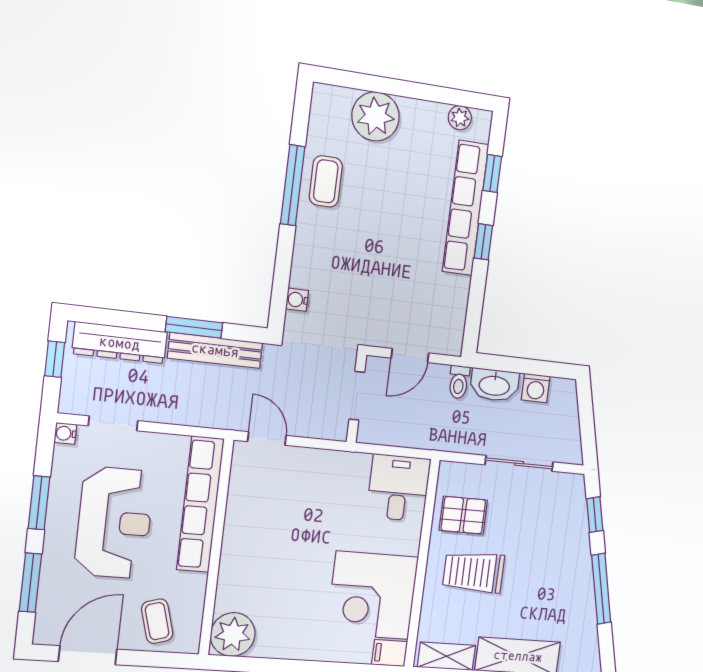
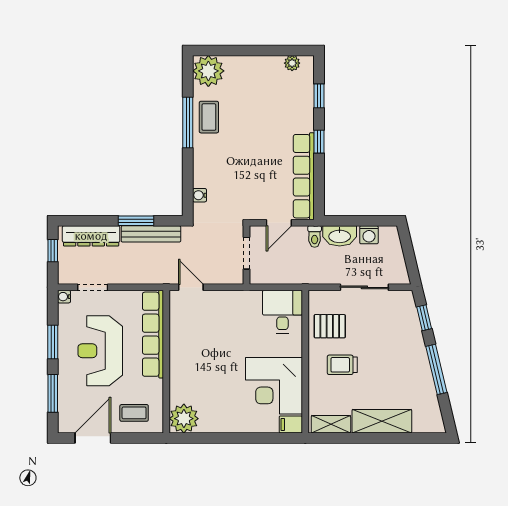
plant: (376, 116) -> (208, 71), moved
row of seats: (466, 208) -> (304, 176), moved
reception desk: (114, 523) -> (100, 351), turned 180
trolley: (474, 572) -> (342, 365), width x0.73, depth x0.72
coffee table: (157, 621) -> (134, 413), turned -74

